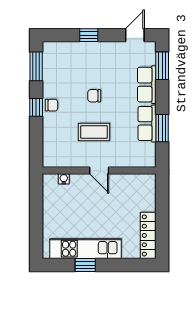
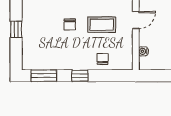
chair: (51, 105) -> (103, 59), moved
coffee table: (94, 132) -> (102, 25), turned 90

